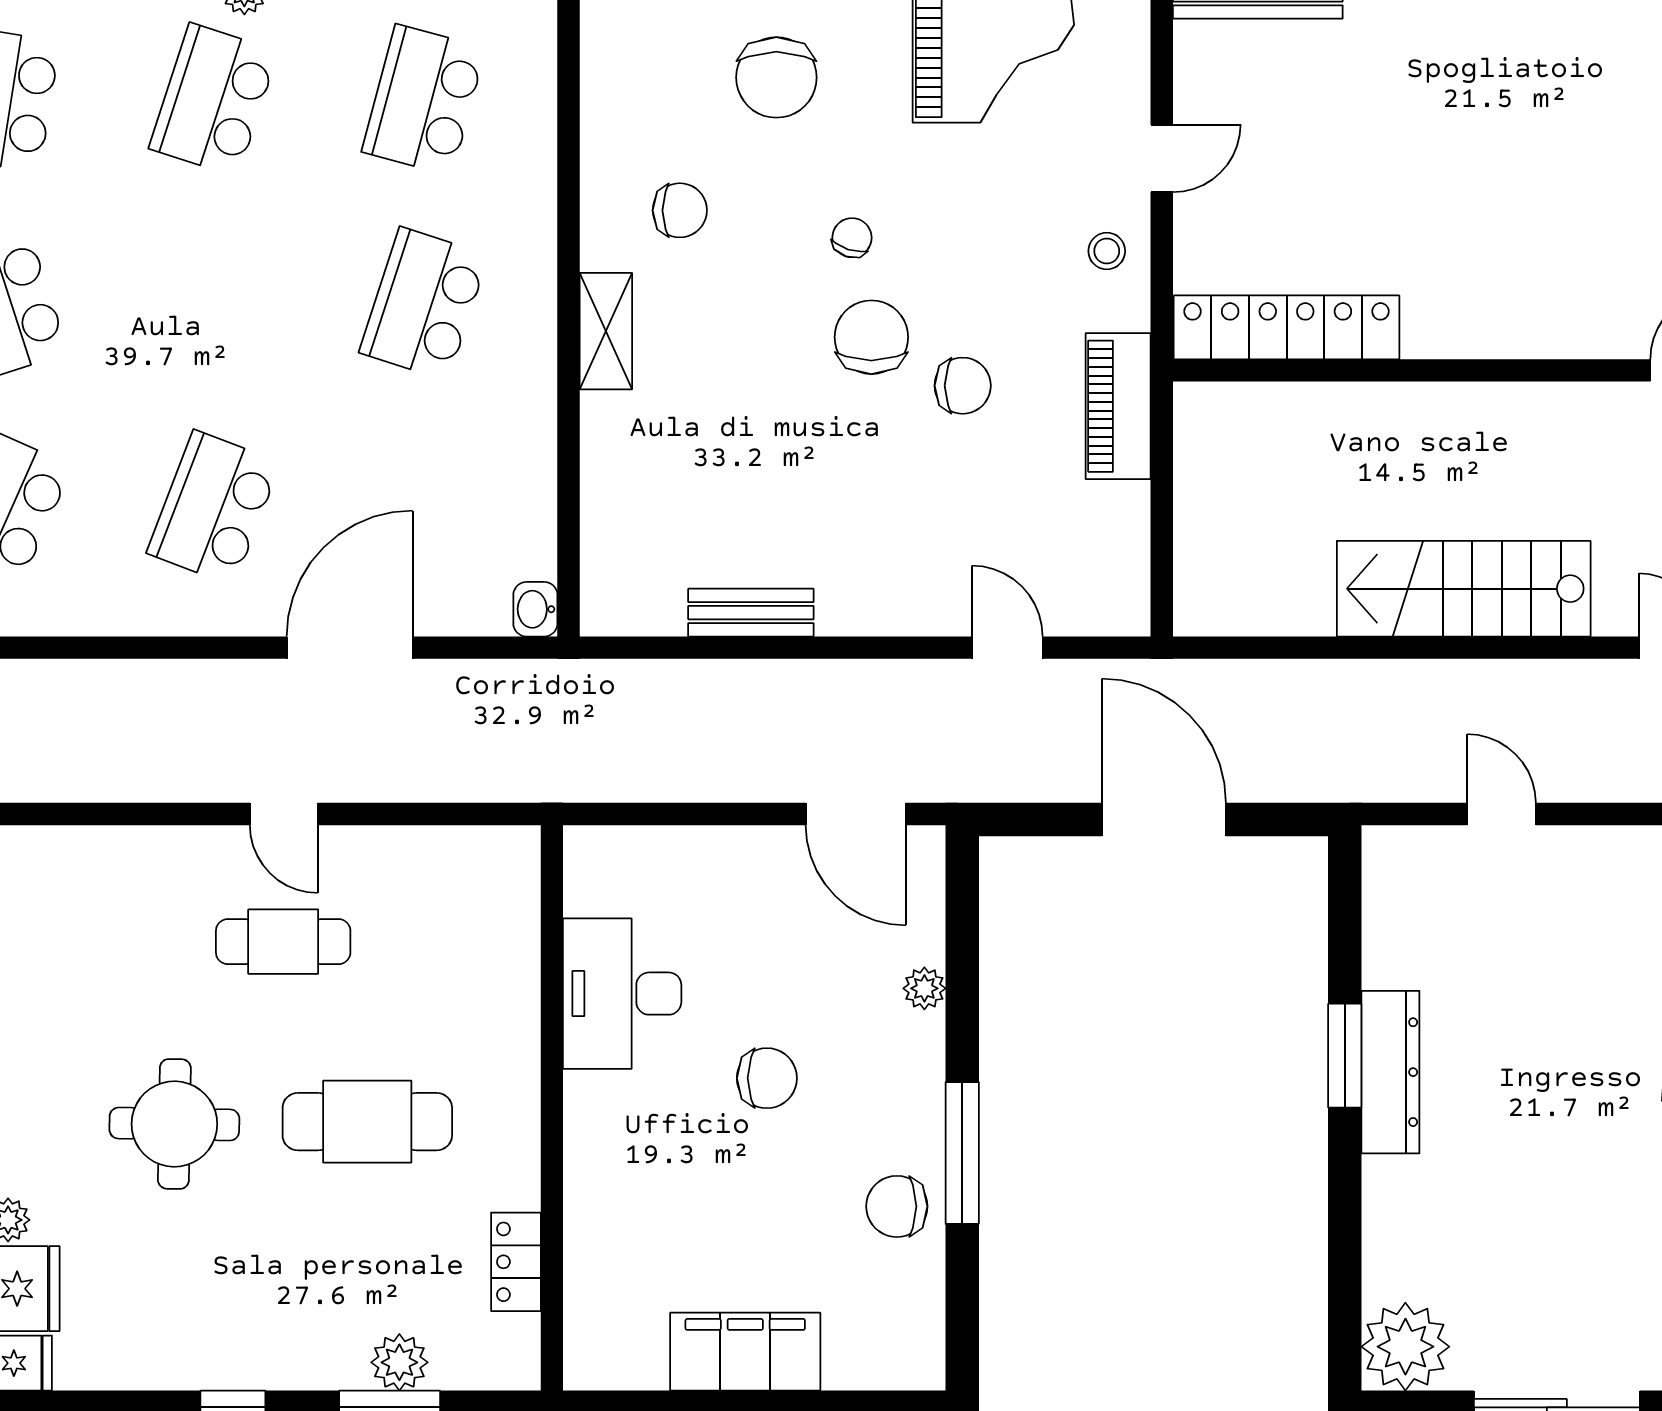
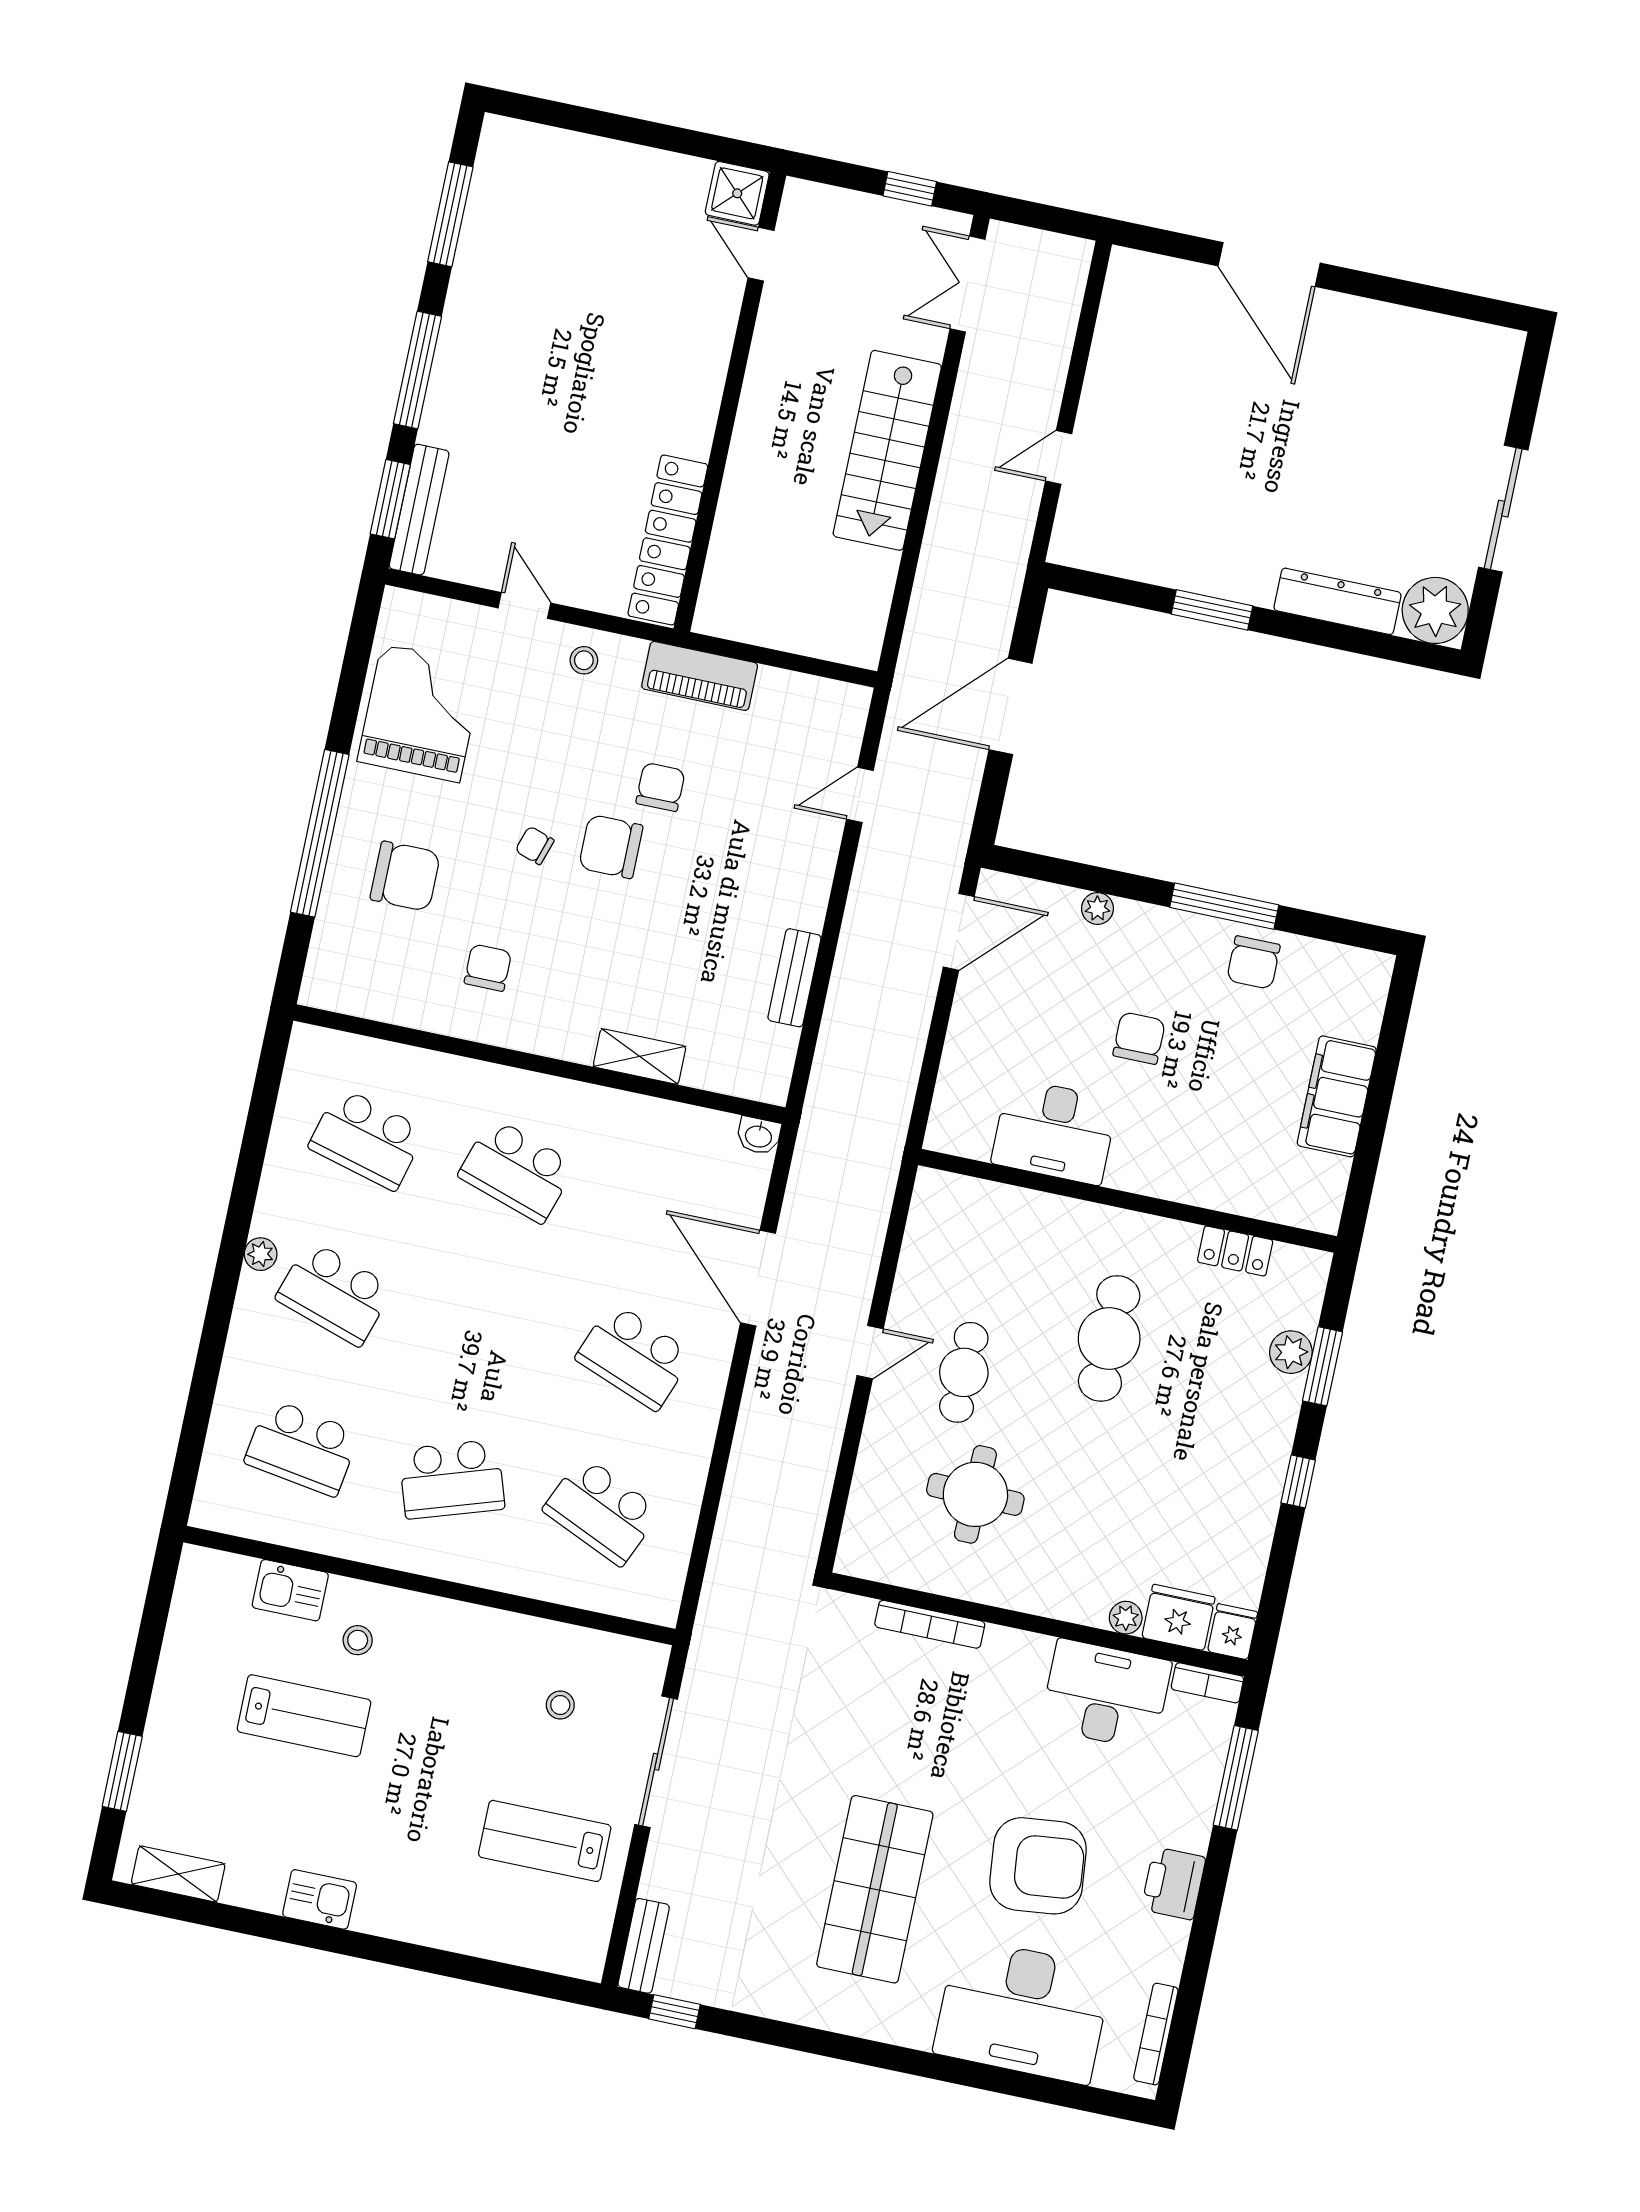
shelving: (606, 331) -> (640, 1056), moved
dresser: (1390, 1072) -> (1338, 601), moved
round table: (174, 1124) -> (975, 1494), moved

